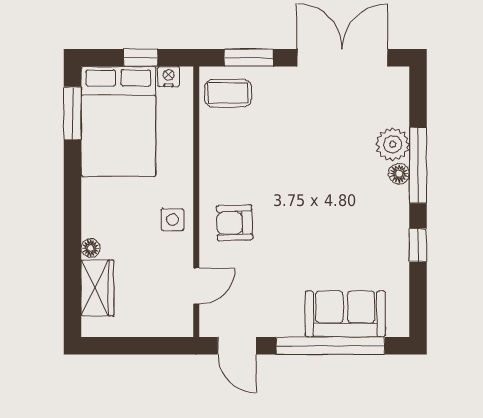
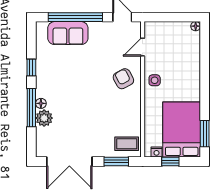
armchair: (234, 223) -> (123, 79), turned -116
floor lamp: (91, 248) -> (196, 26), moved
wardrobe: (97, 288) -> (192, 46), removed

